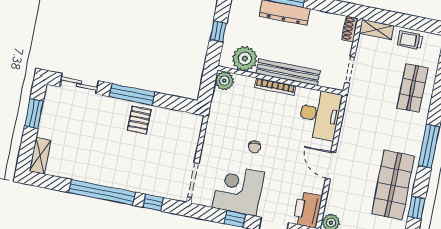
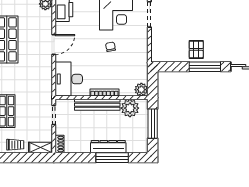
window: (218, 31) -> (153, 124), width x2.17
door: (331, 165) -> (54, 45), hinge flipped

